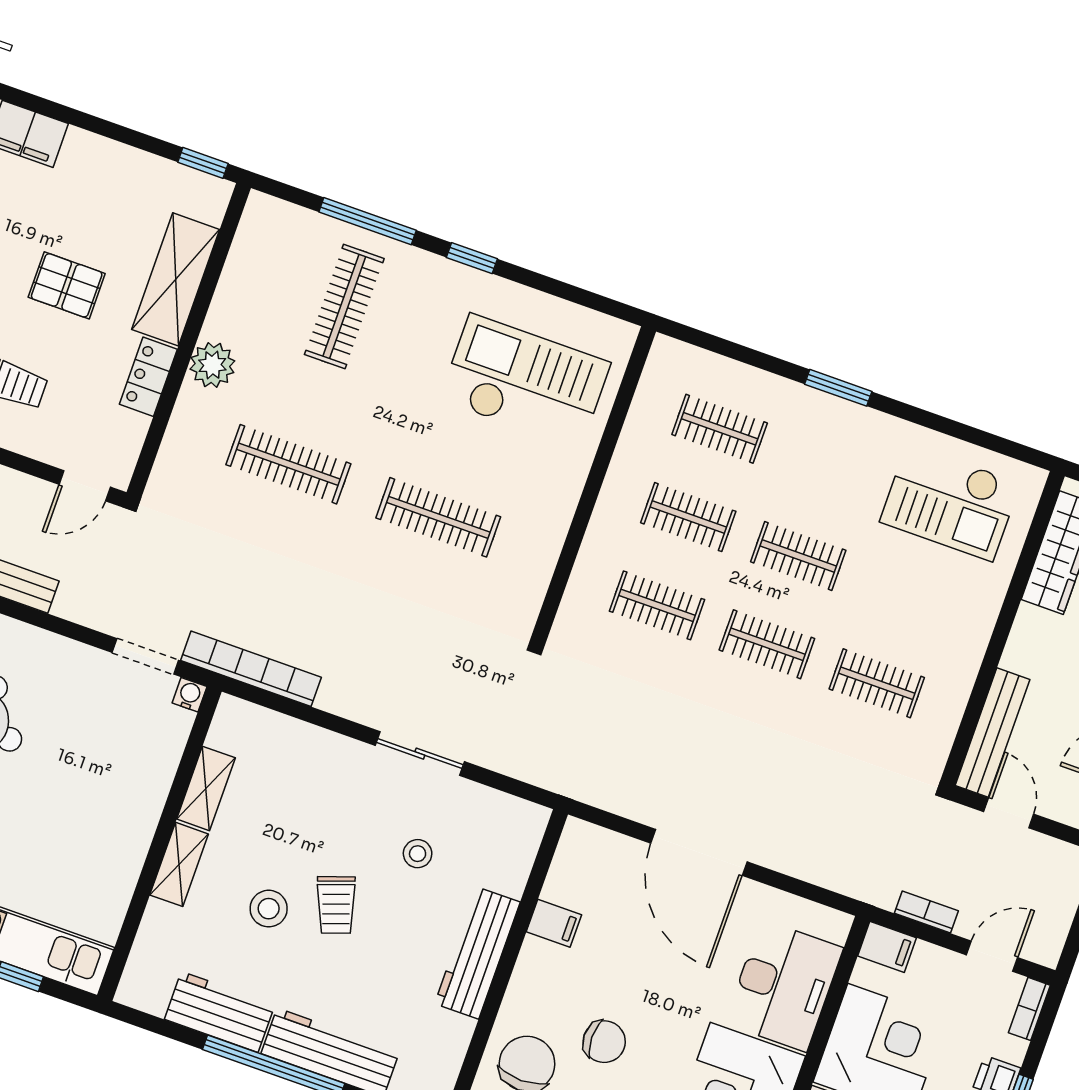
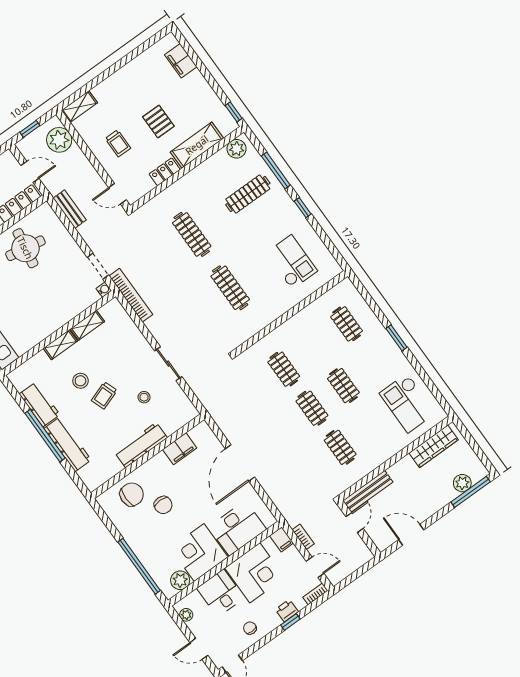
plant: (212, 365) -> (237, 149), moved
checkout: (525, 381) -> (292, 262), width x0.73, depth x0.83
clothes rail: (688, 517) -> (315, 347), removed
filing cabinet: (554, 923) -> (180, 449), width x2.00

